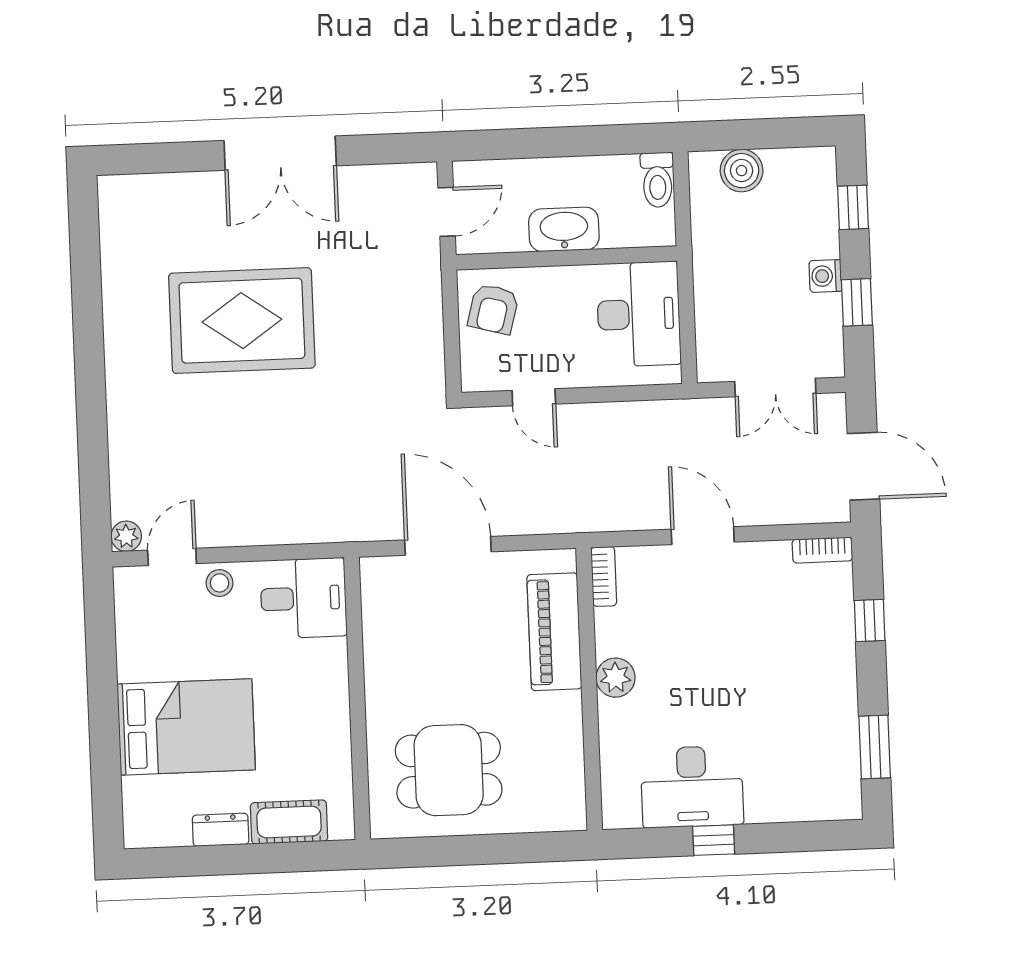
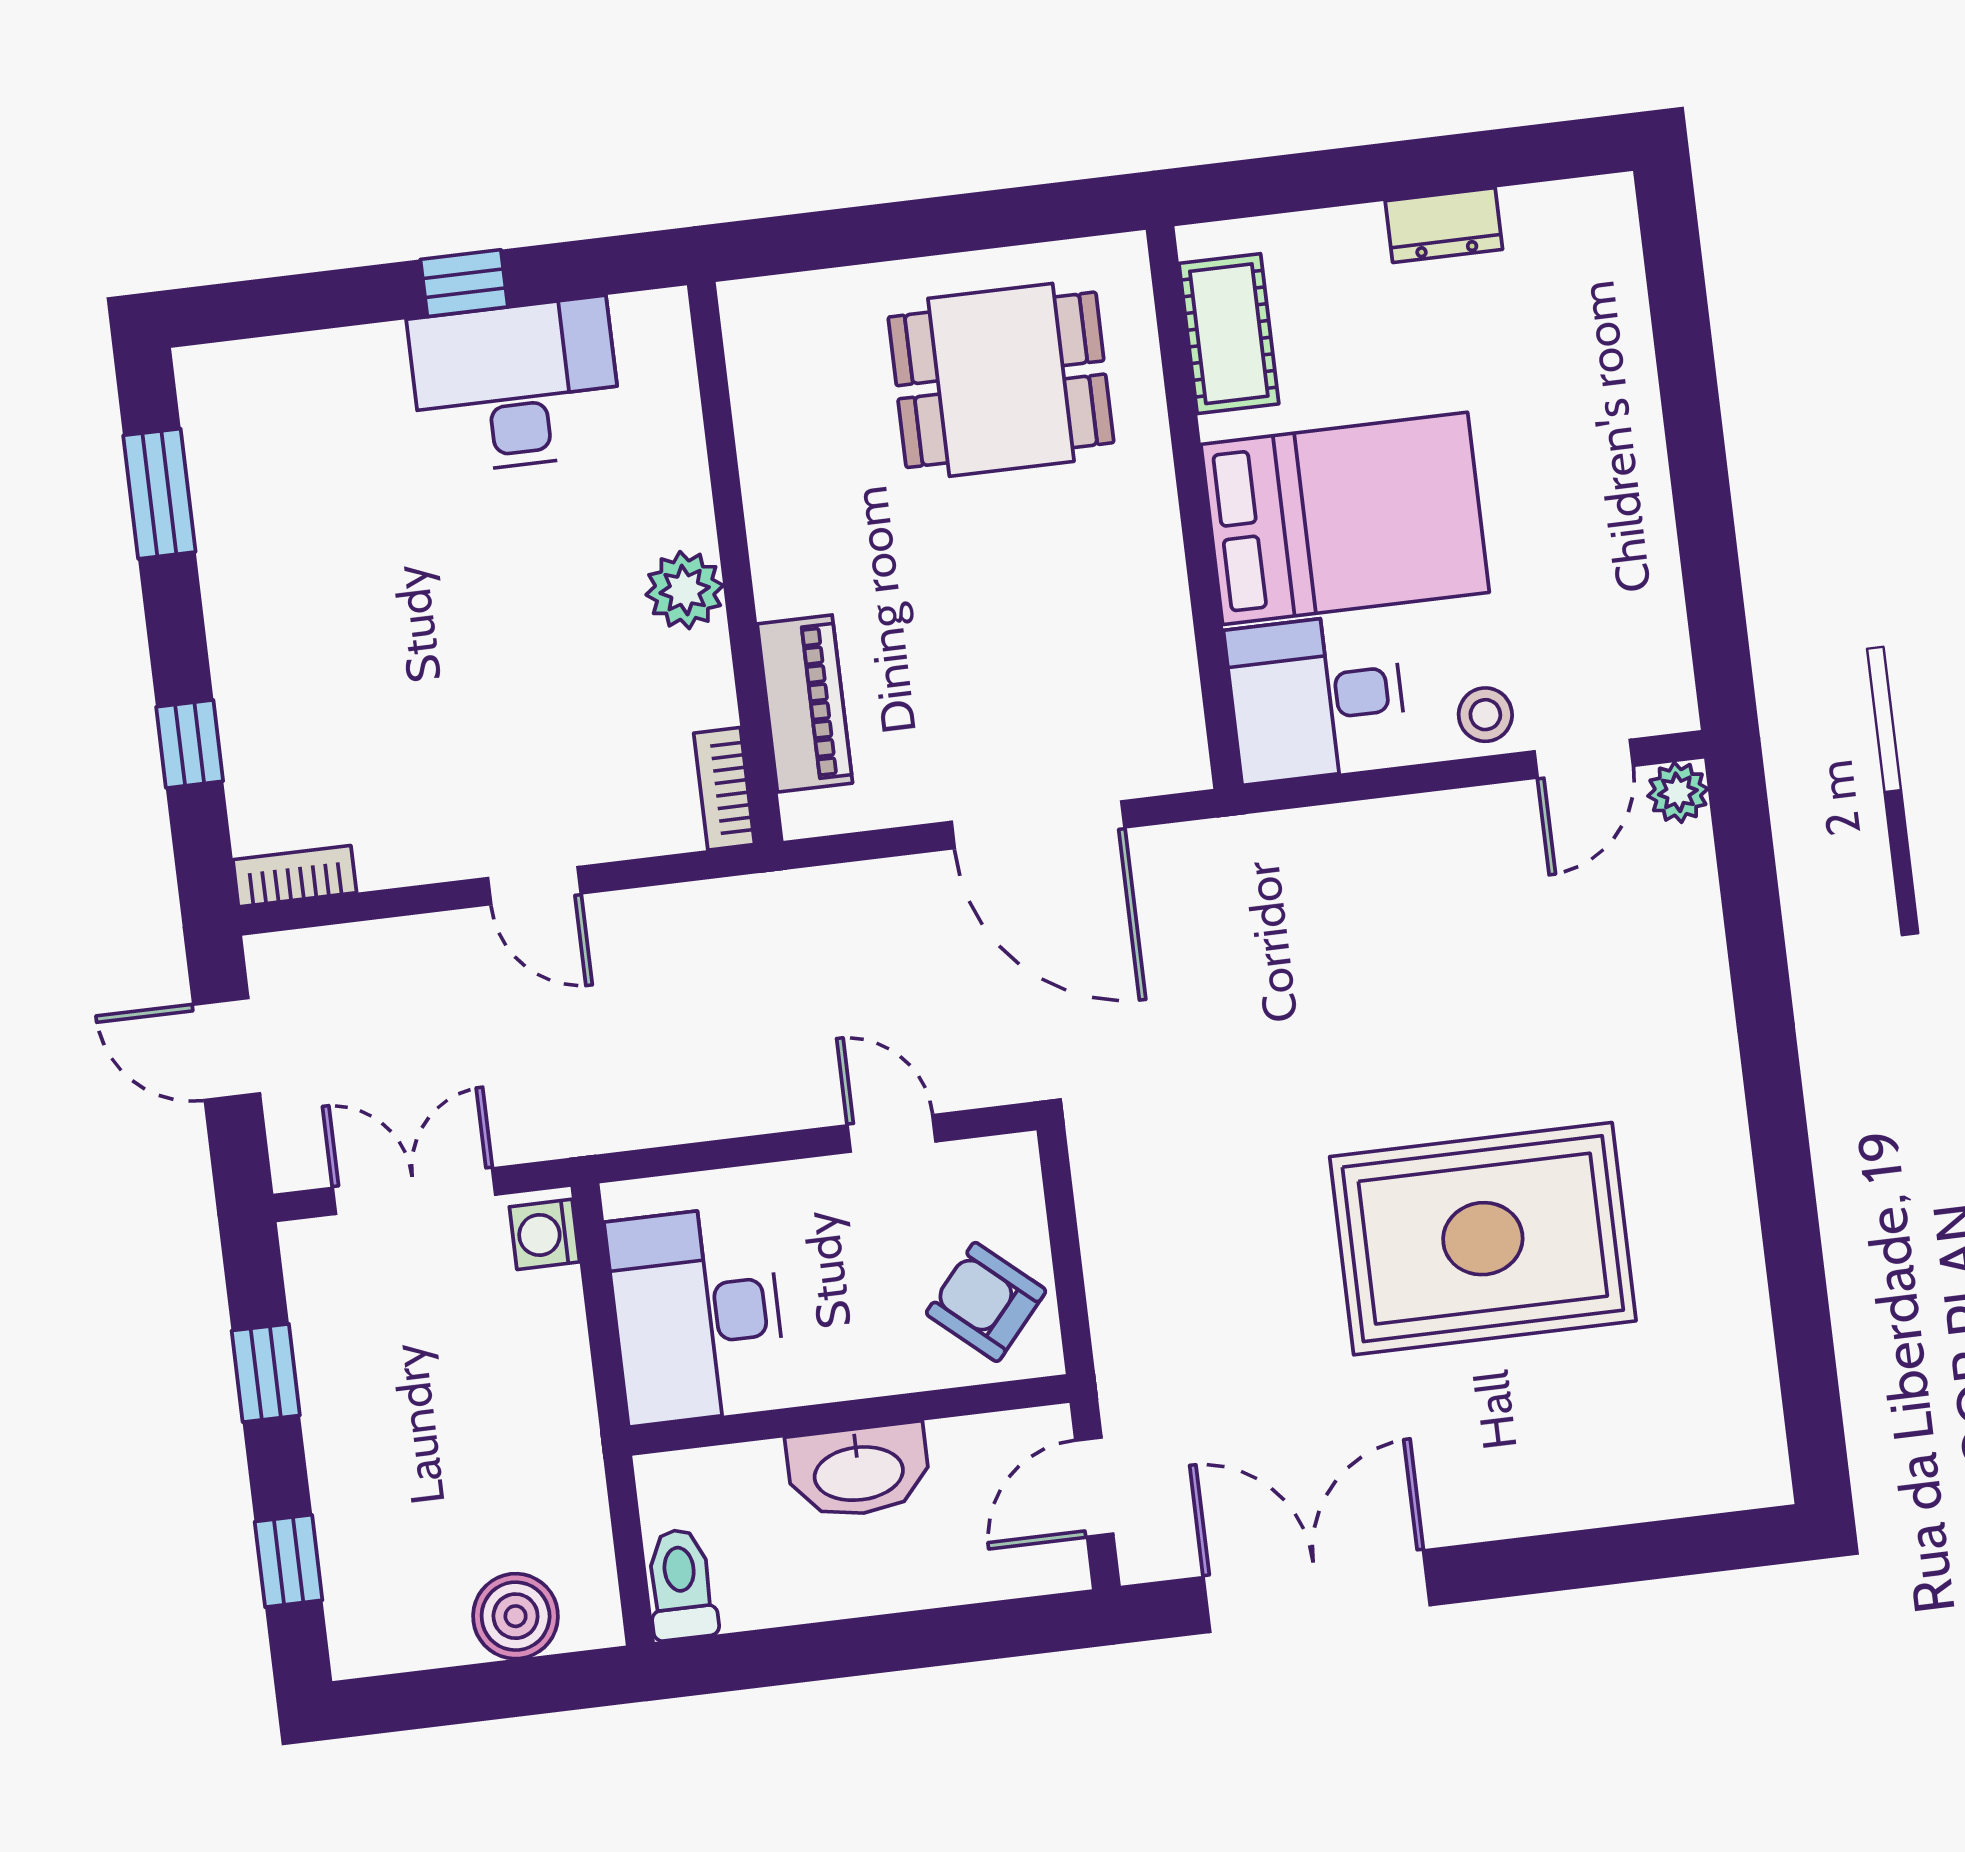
double door: (280, 153) -> (1317, 1591), moved
washing machine: (825, 276) -> (544, 1234), moved, turned 180
armchair: (493, 309) -> (986, 1302), turned -64
door: (863, 466) -> (227, 1049), width x0.73
door: (703, 536) -> (534, 886), width x0.73
piano: (554, 632) -> (805, 703), width x0.73, depth x0.75
bed: (186, 727) -> (1345, 518), moved, turned 180
cot: (289, 822) -> (1229, 334), moved, turned 90

